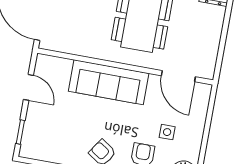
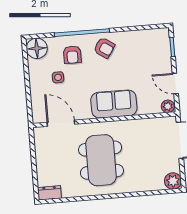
plant: (45, 62) -> (168, 106), added
sofa: (109, 82) -> (114, 104), width x0.73

